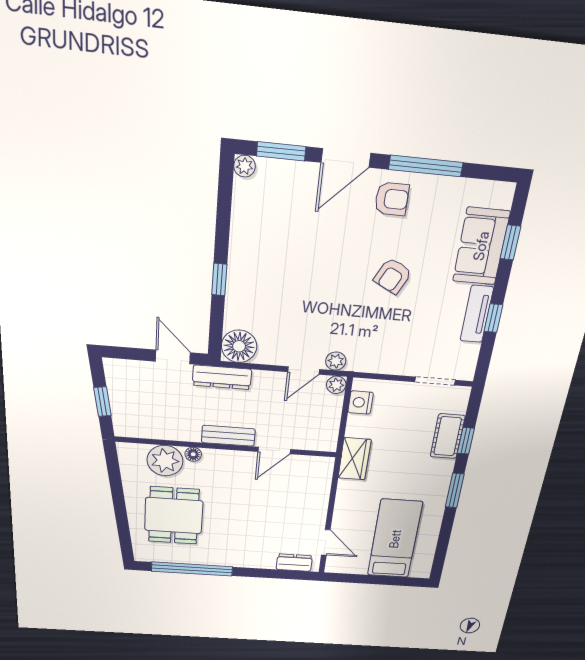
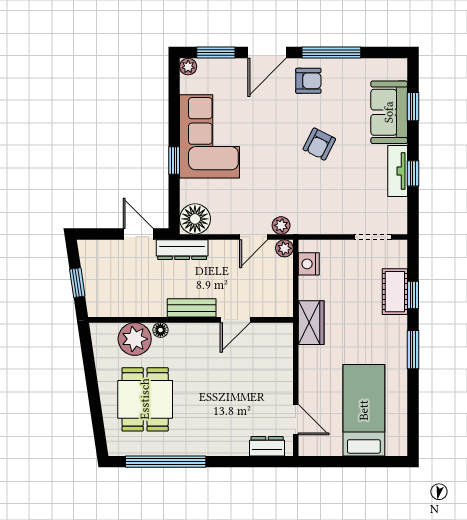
corner sofa: (264, 255) -> (210, 136), added

